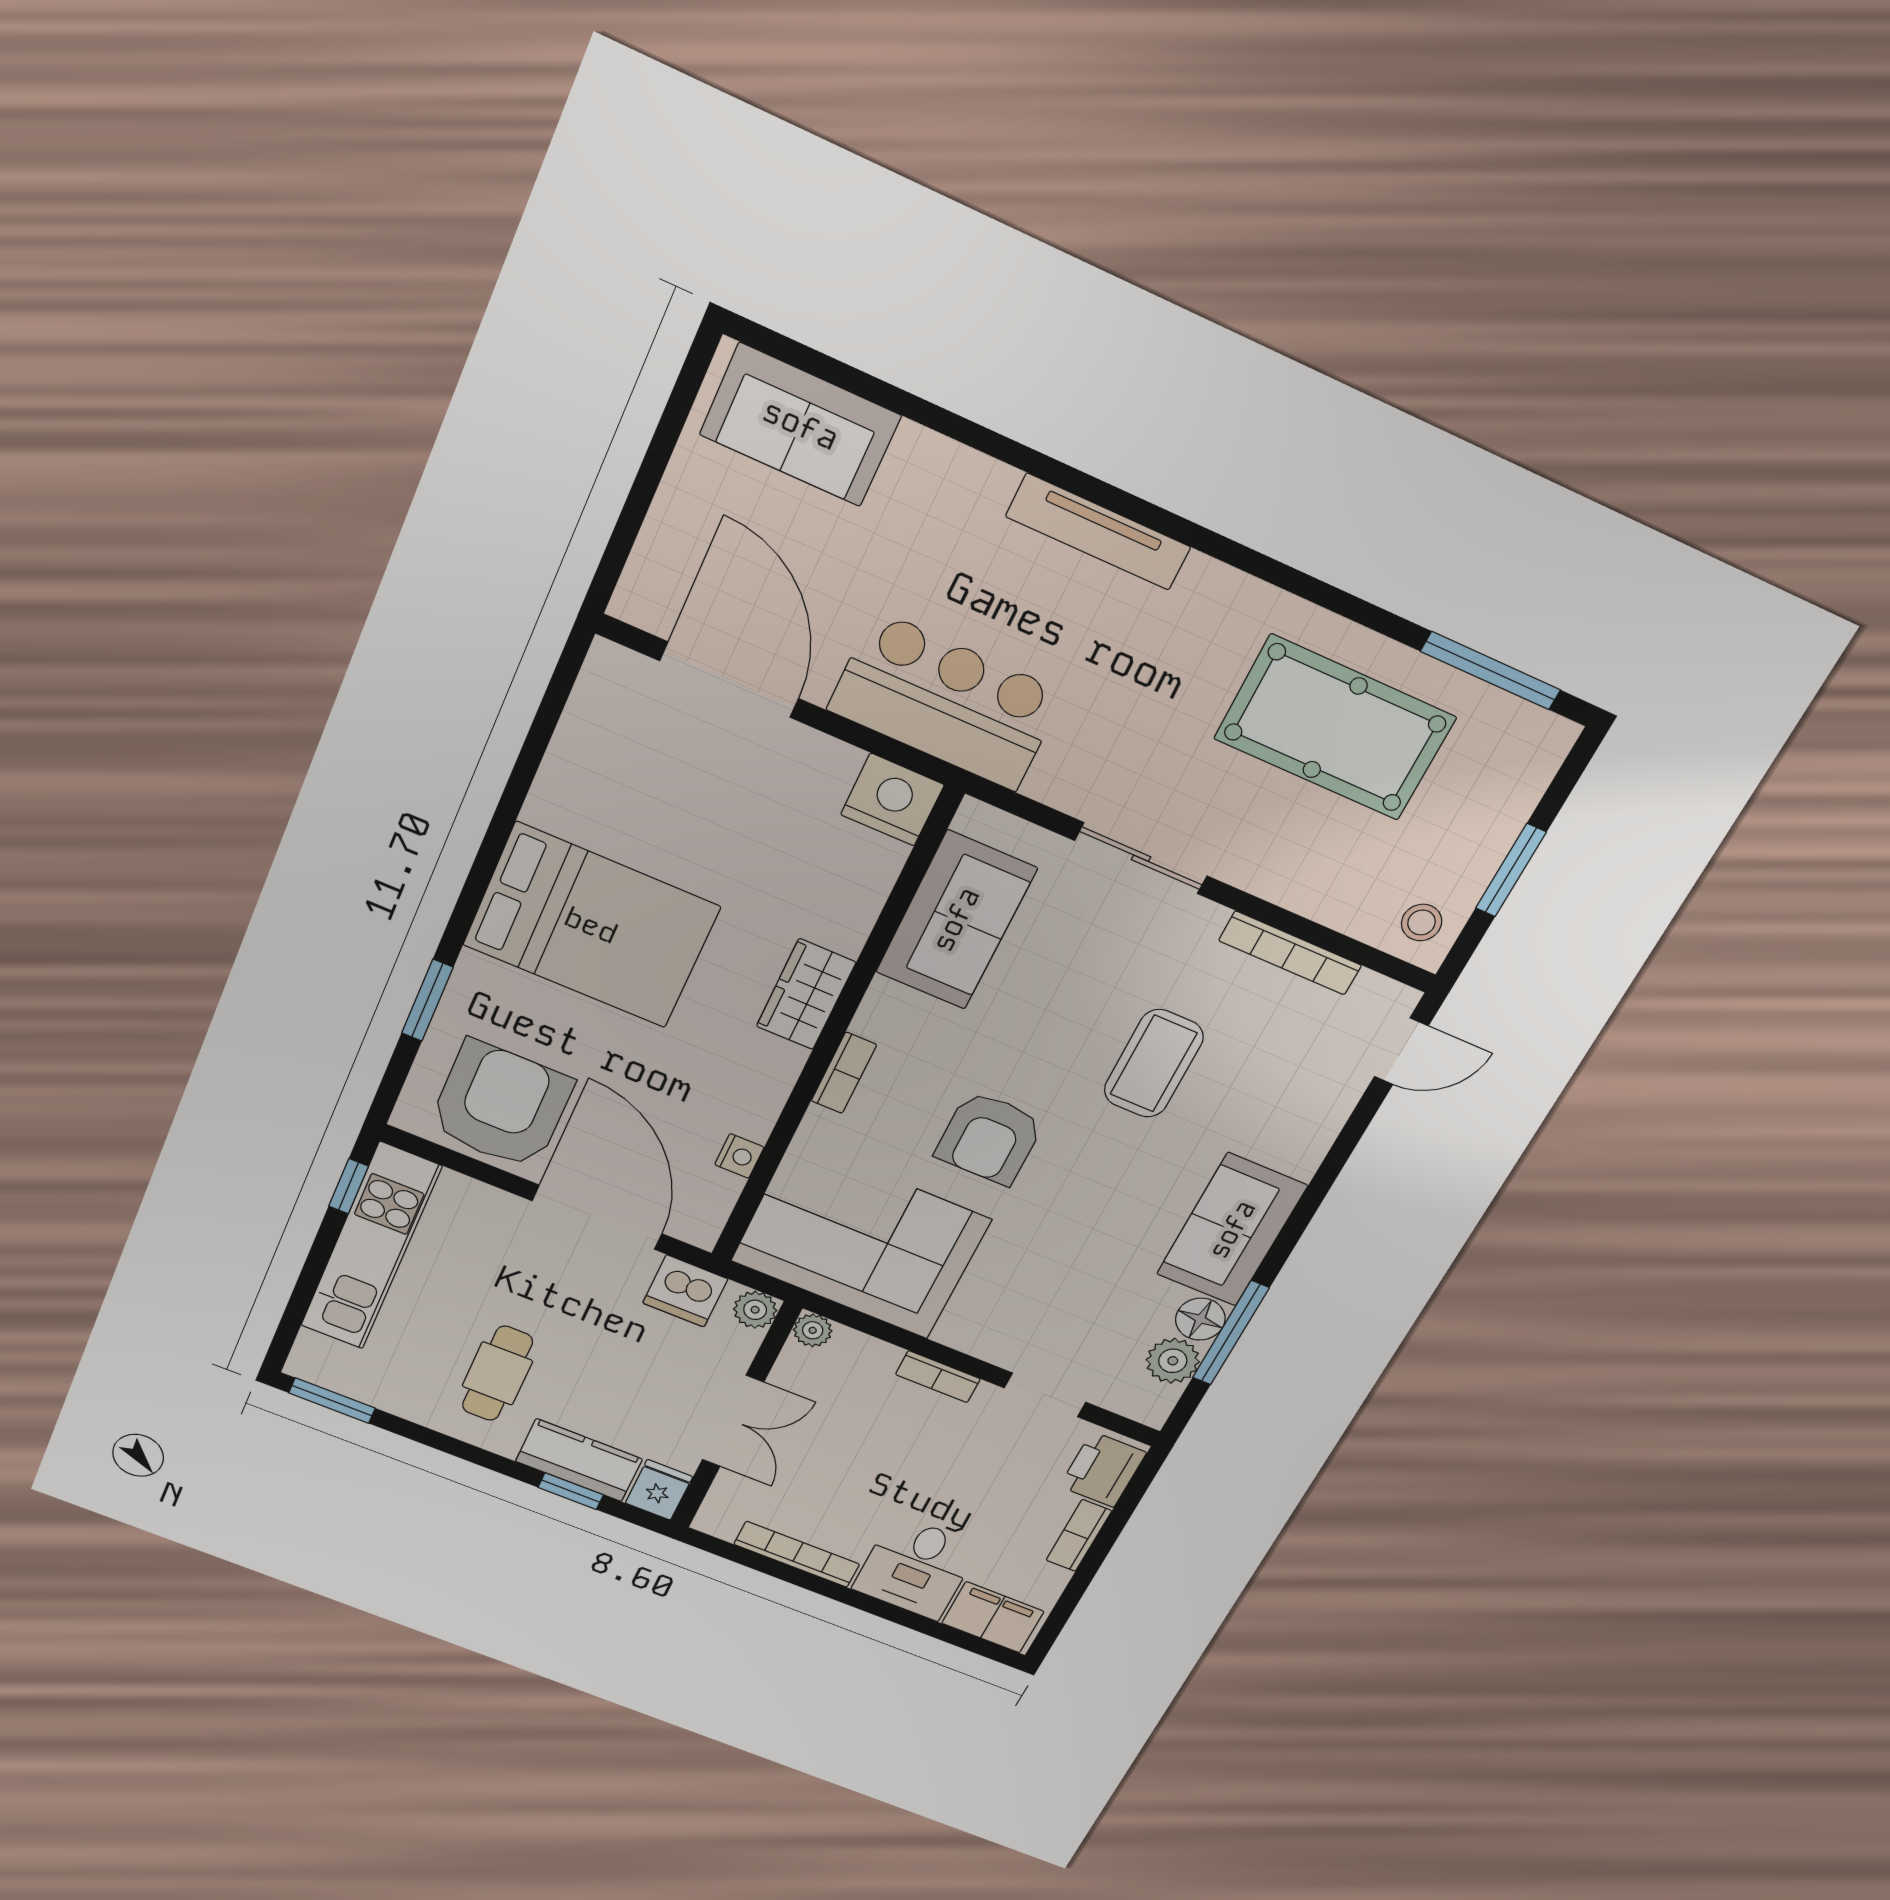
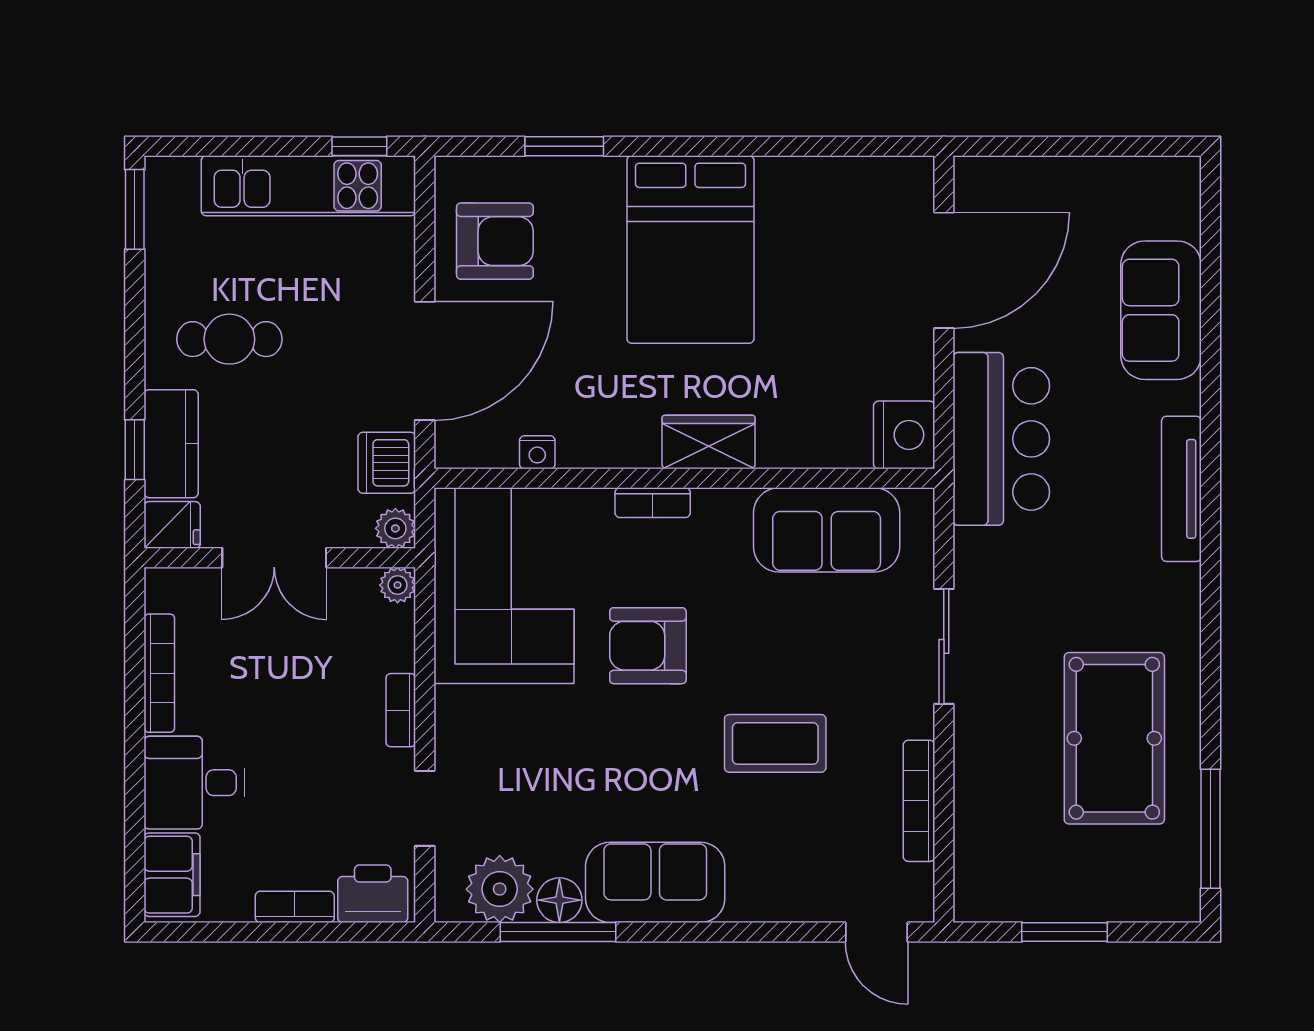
sofa: (800, 425) -> (1161, 310), moved
stool: (1422, 922) -> (991, 888), removed
armchair: (501, 1105) -> (495, 241), width x0.73, depth x0.73
plant: (1173, 1361) -> (500, 889), width x1.36, depth x1.36

